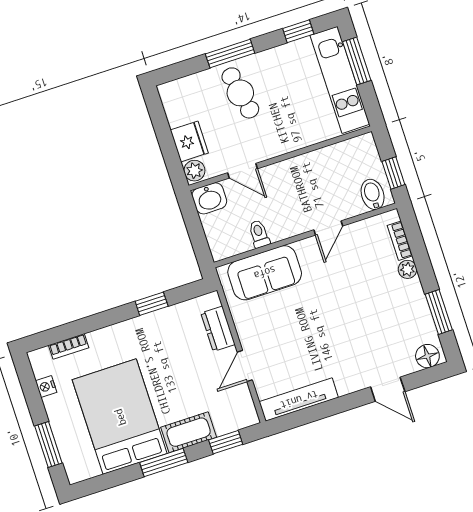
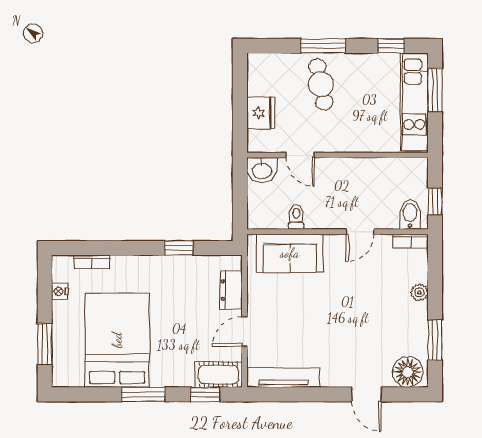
plant: (194, 171) -> (257, 141), removed
bookcase: (400, 241) -> (411, 241), moved, turned -90
floor lamp: (427, 356) -> (408, 372), width x1.38, depth x1.38
cot: (189, 432) -> (219, 375), moved

